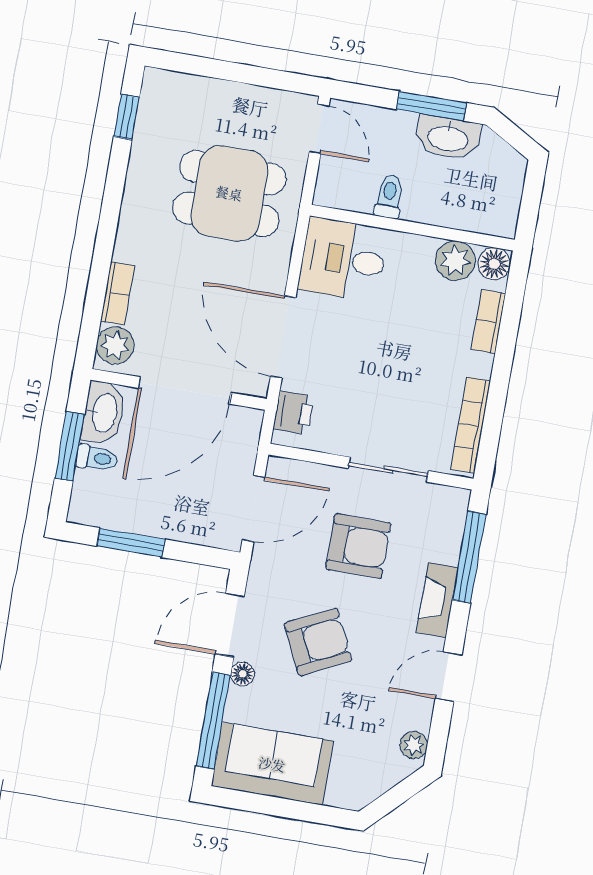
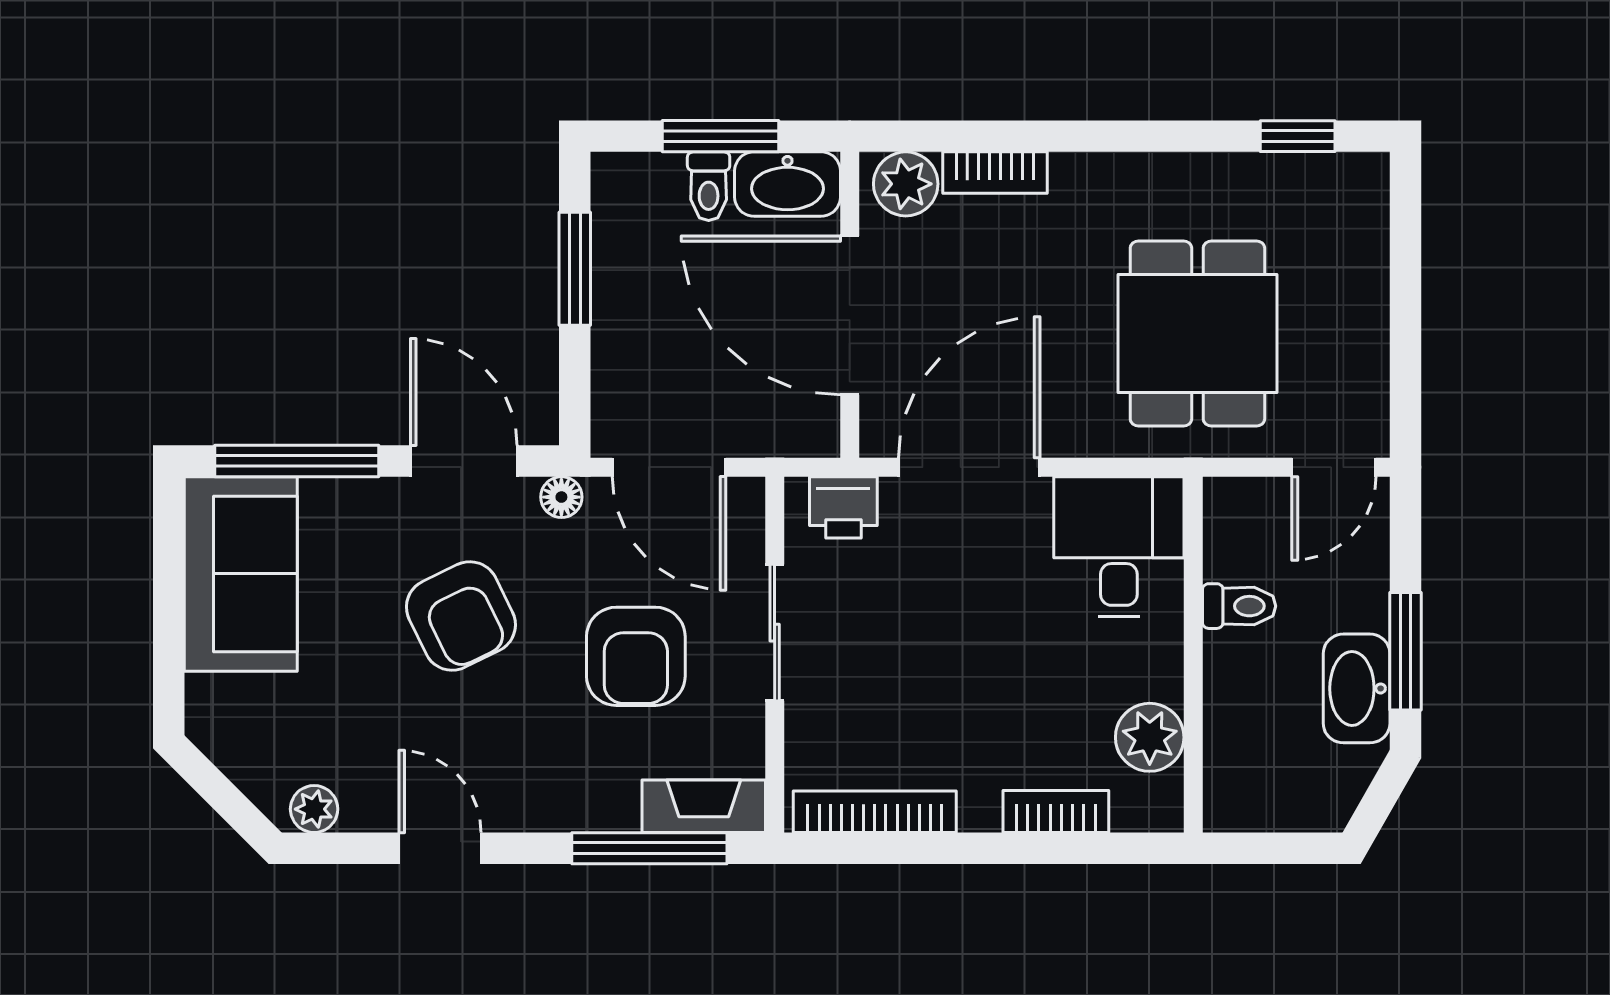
floor lamp: (494, 264) -> (1156, 805), removed
sliding door: (388, 470) -> (775, 633), moved
fireplace: (437, 600) -> (704, 806), moved
floor lamp: (243, 674) -> (561, 497), moved

